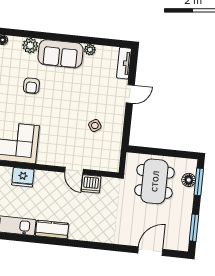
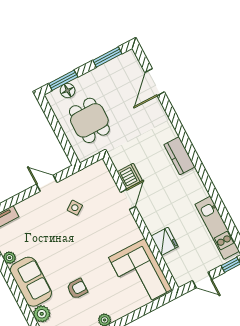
door: (130, 94) -> (47, 183), moved
dining table: (154, 181) -> (89, 120), width x0.73
kitchen counter: (52, 230) -> (179, 156), moved
door: (150, 251) -> (155, 82), hinge flipped

